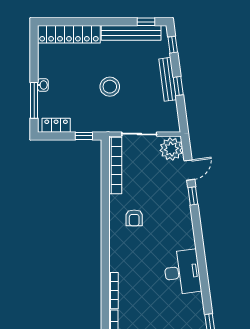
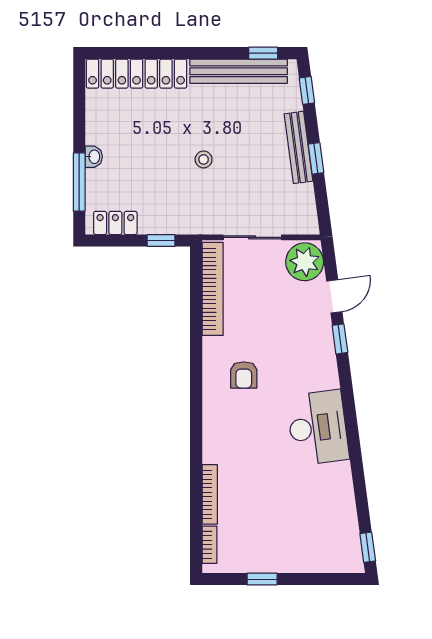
stool: (110, 87) -> (204, 159), width x0.53, depth x0.53
desk: (182, 272) -> (318, 428), moved

